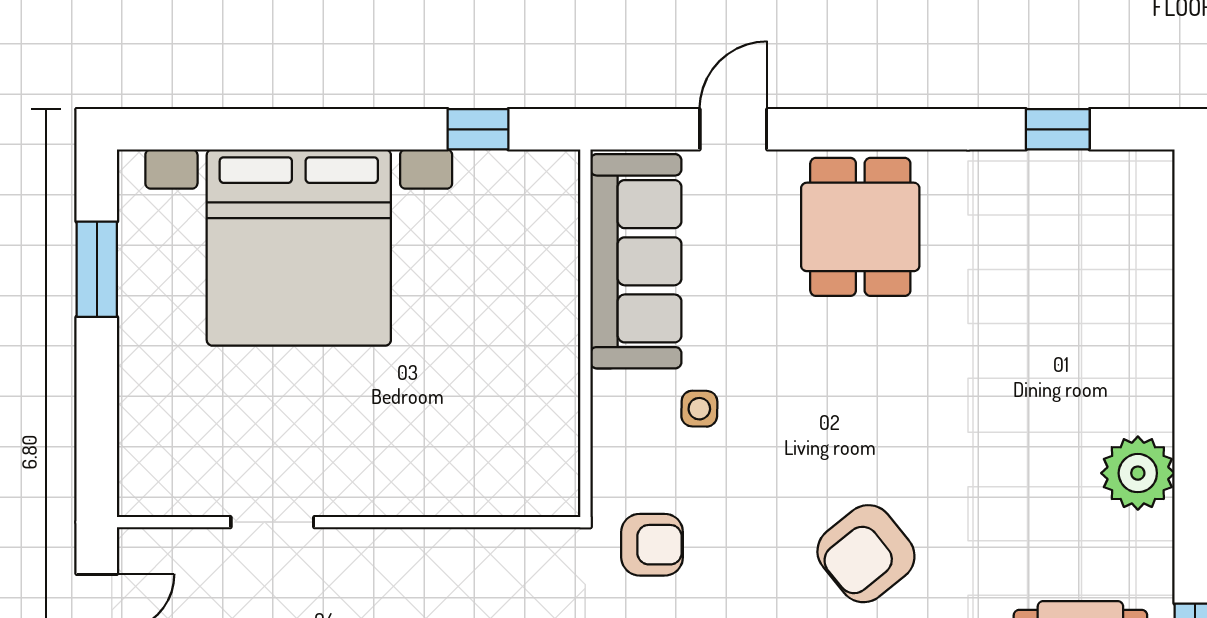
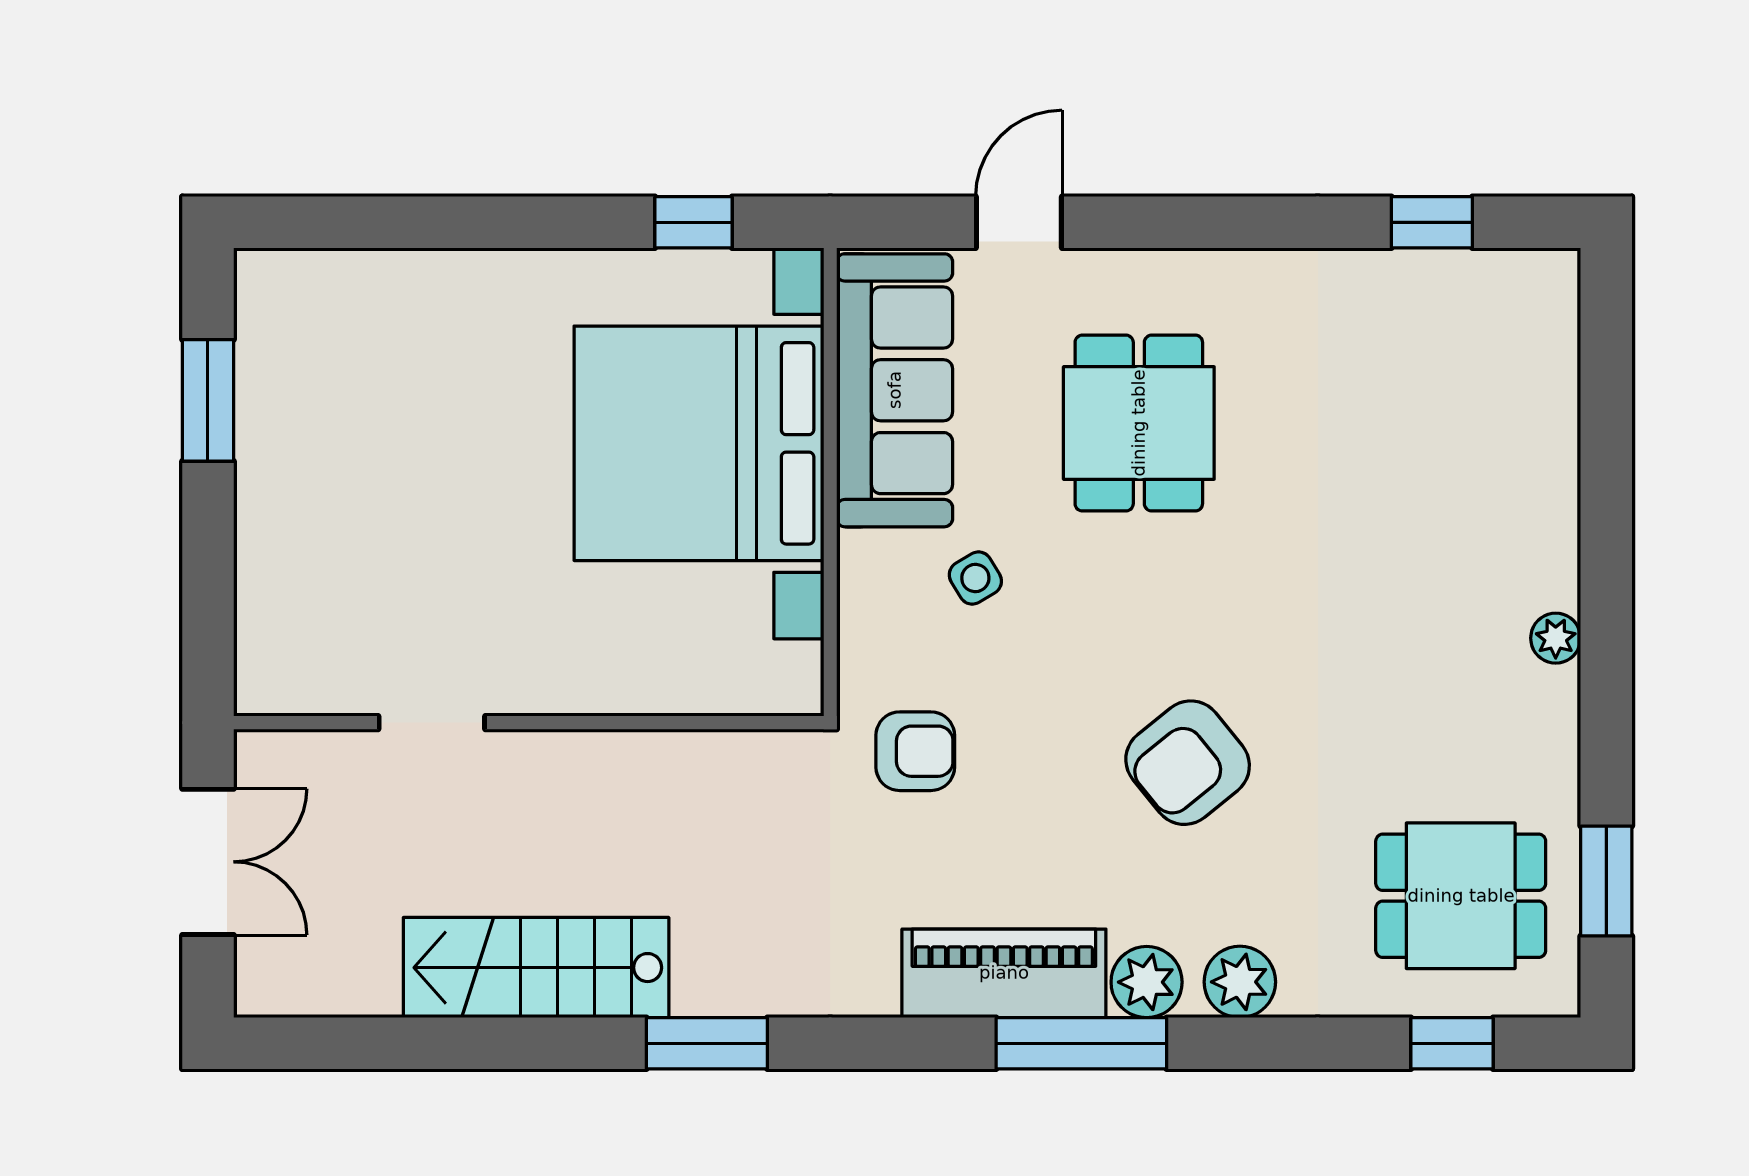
dining table: (860, 227) -> (1139, 423), moved
bed with nightstands: (299, 248) -> (699, 443), moved, turned 90
side table: (699, 409) -> (975, 578), turned -32
plant: (1138, 473) -> (1556, 638), width x0.53, depth x0.53

